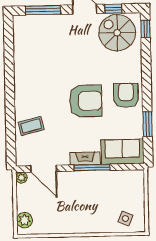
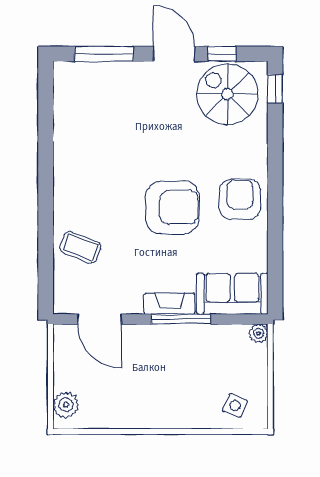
window: (147, 124) -> (275, 248), removed
coffee table: (31, 126) -> (80, 247), turned 35
plant: (21, 178) -> (259, 333), moved

